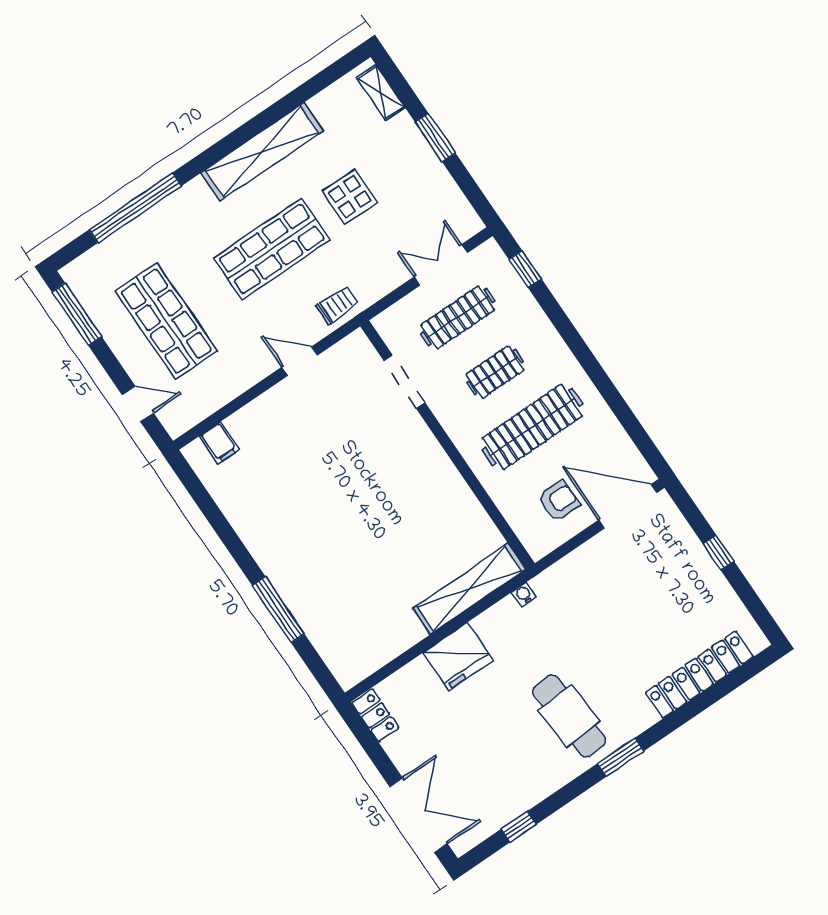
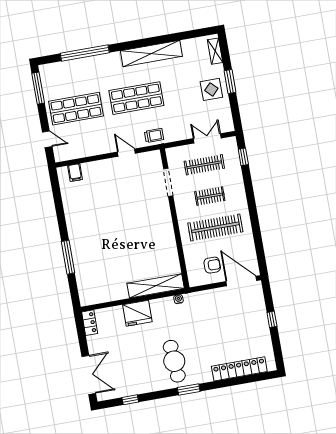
display table: (350, 197) -> (211, 89), moved
shop shelf: (166, 321) -> (76, 109), turned 90

